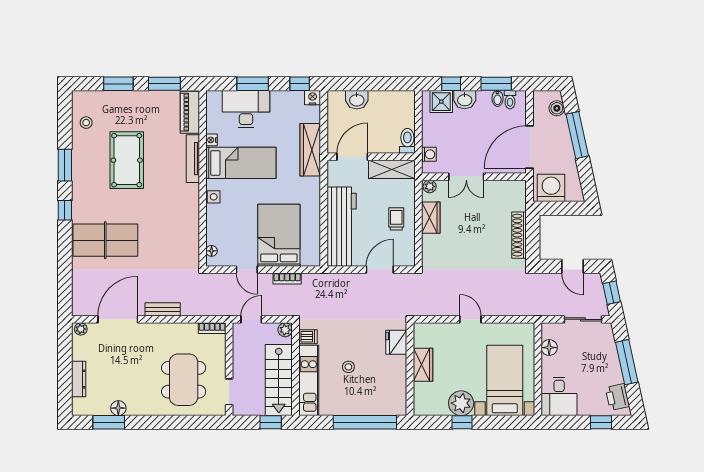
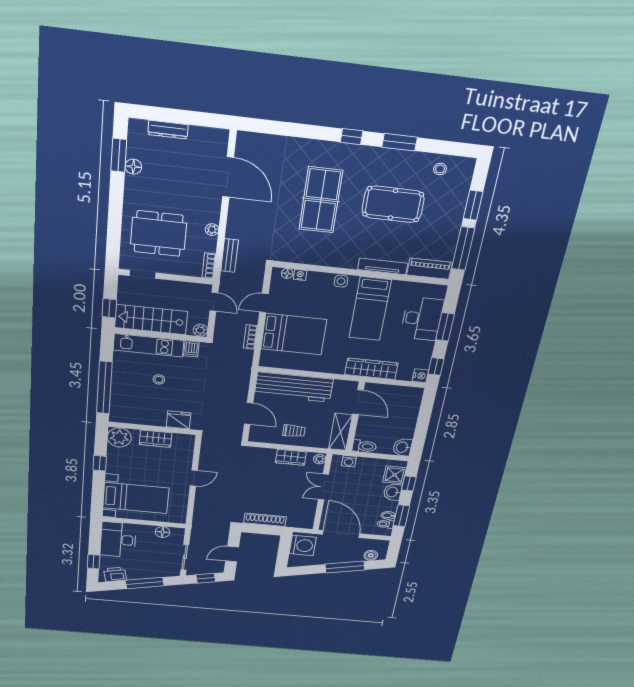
window: (164, 84) -> (463, 248), width x1.44
washbasin: (357, 100) -> (402, 447), moved
nightstand: (212, 140) -> (300, 275), moved
table tennis table: (105, 240) -> (321, 200), moved
bench: (163, 309) -> (229, 256), moved
plant: (81, 329) -> (212, 230), moved
desk: (559, 396) -> (118, 540), width x1.37
plant: (461, 403) -> (119, 437), moved

